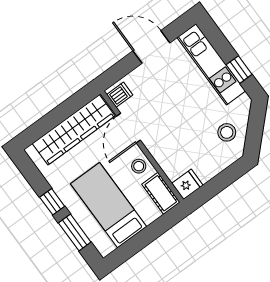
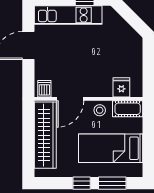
door: (128, 128) -> (70, 99), hinge flipped
stool: (227, 132) -> (120, 37), removed
fridge: (187, 184) -> (121, 87), moved

